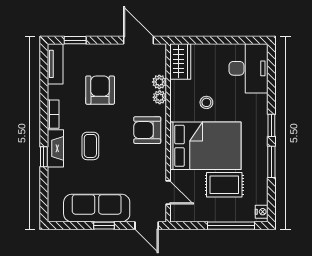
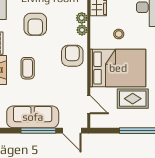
armchair: (100, 90) -> (35, 24), turned 180
armchair: (147, 130) -> (72, 56), turned 90
window: (104, 226) -> (38, 131), width x2.17

